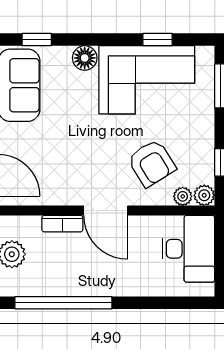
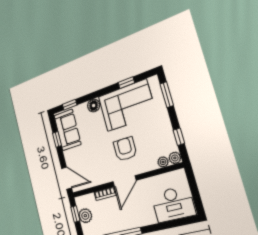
armchair: (152, 163) -> (125, 149), moved, turned -148
door: (106, 211) -> (125, 181), hinge flipped
desk: (188, 249) -> (173, 204), moved, turned 90

